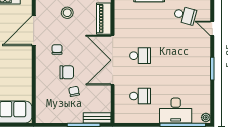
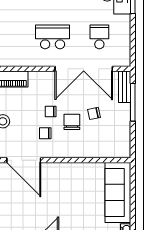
chair: (76, 54) -> (51, 111), added
school desk: (140, 56) -> (53, 37), width x1.85
double door: (113, 60) -> (84, 69), moved

